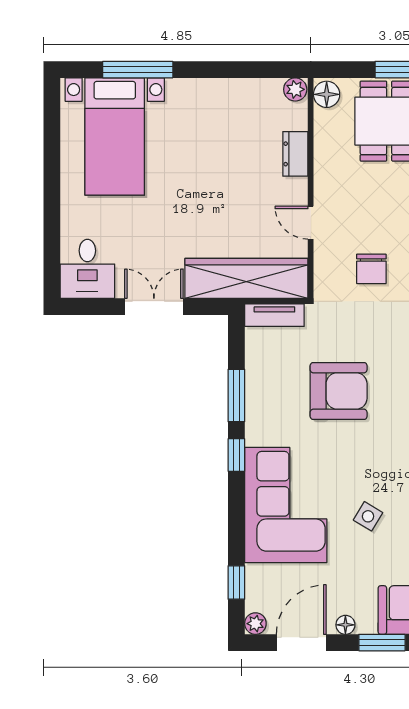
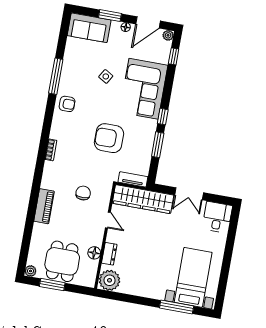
plant: (295, 89) -> (110, 280), width x1.87, depth x1.87
floor lamp: (327, 94) -> (94, 253), moved

